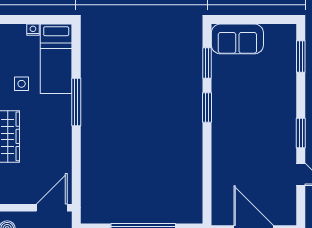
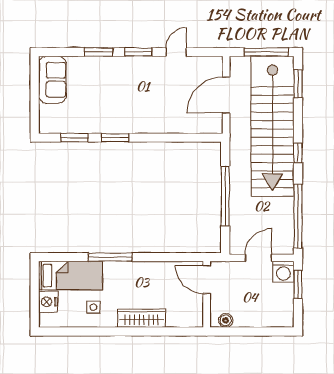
nightstand: (33, 30) -> (48, 302), width x1.89, depth x1.79
sofa: (237, 39) -> (52, 80), moved
window: (301, 56) -> (99, 52), moved

